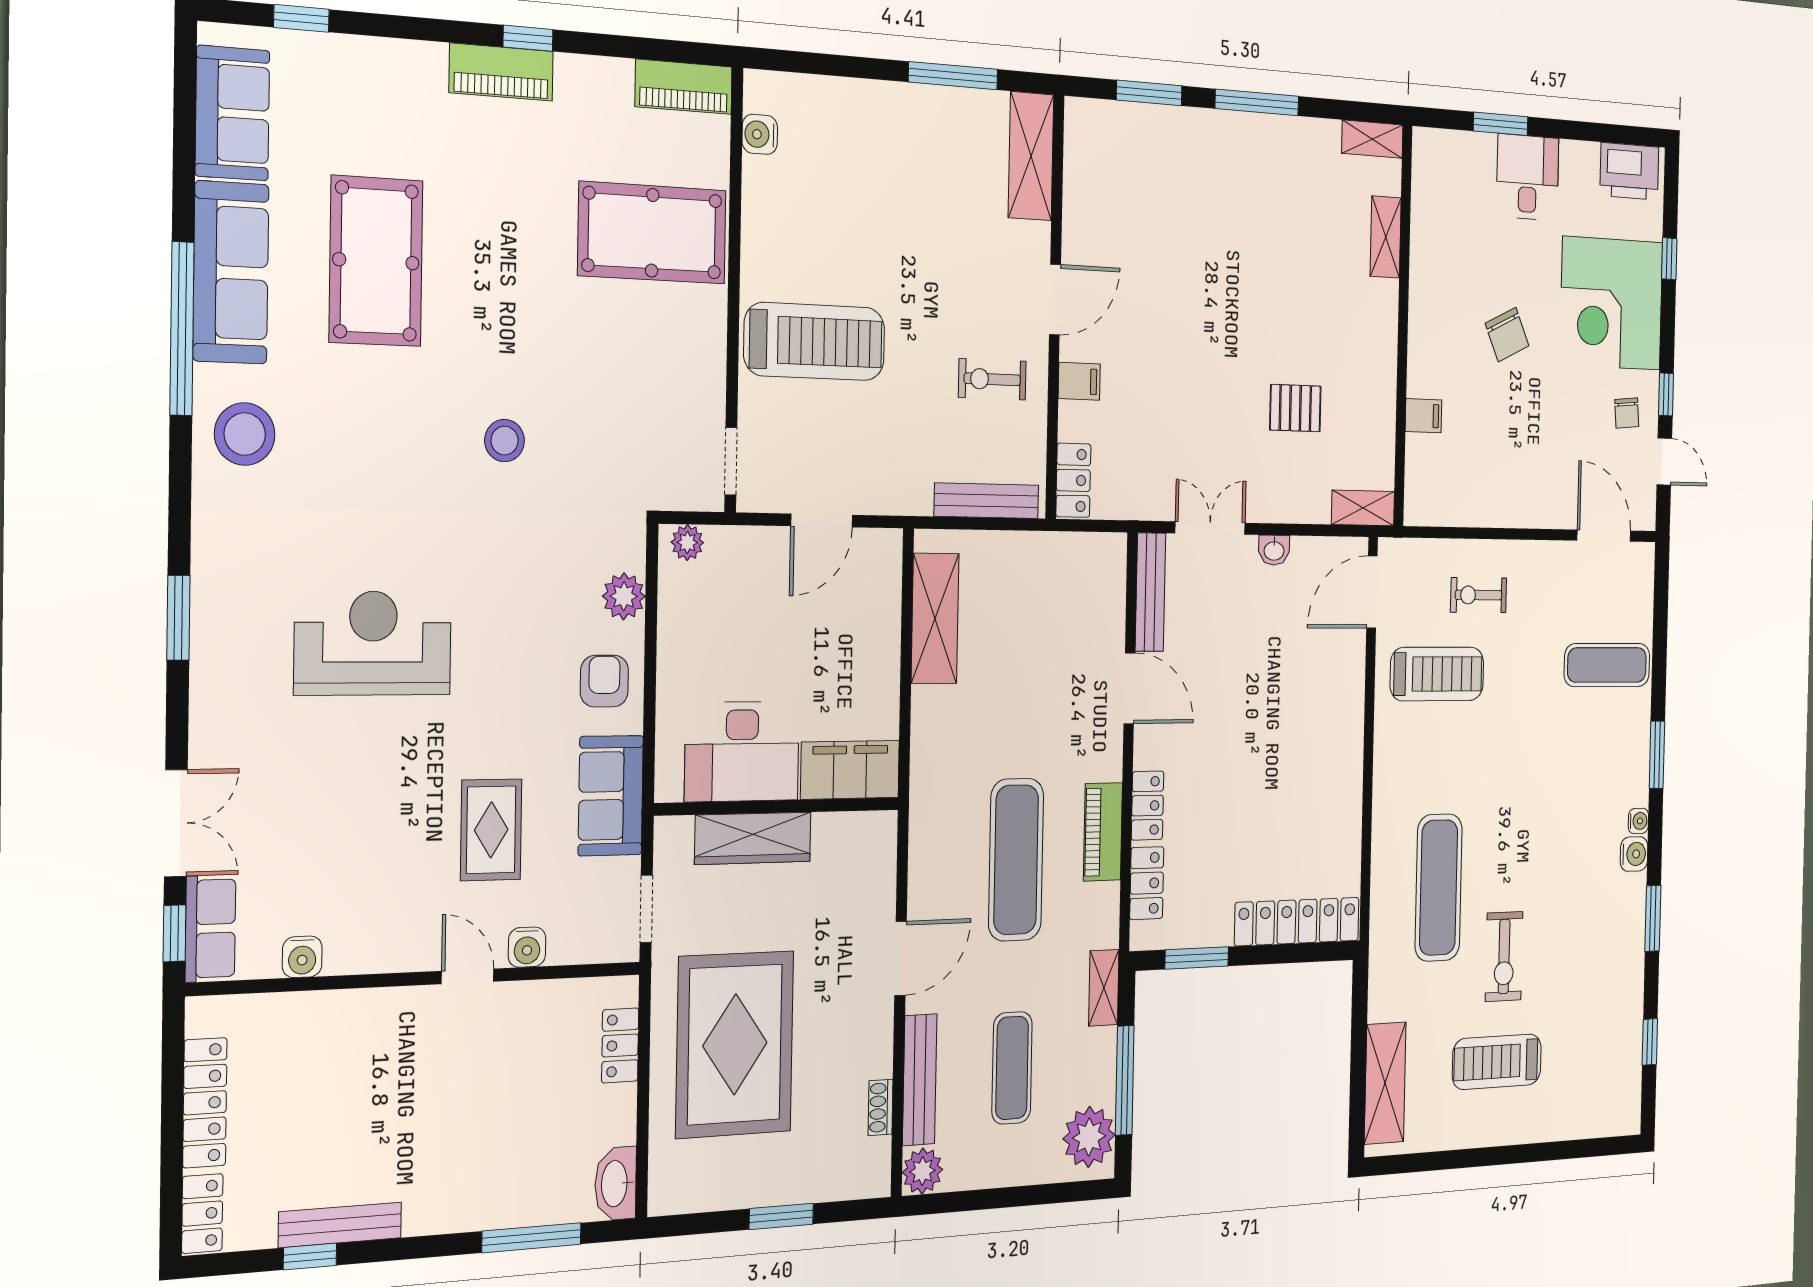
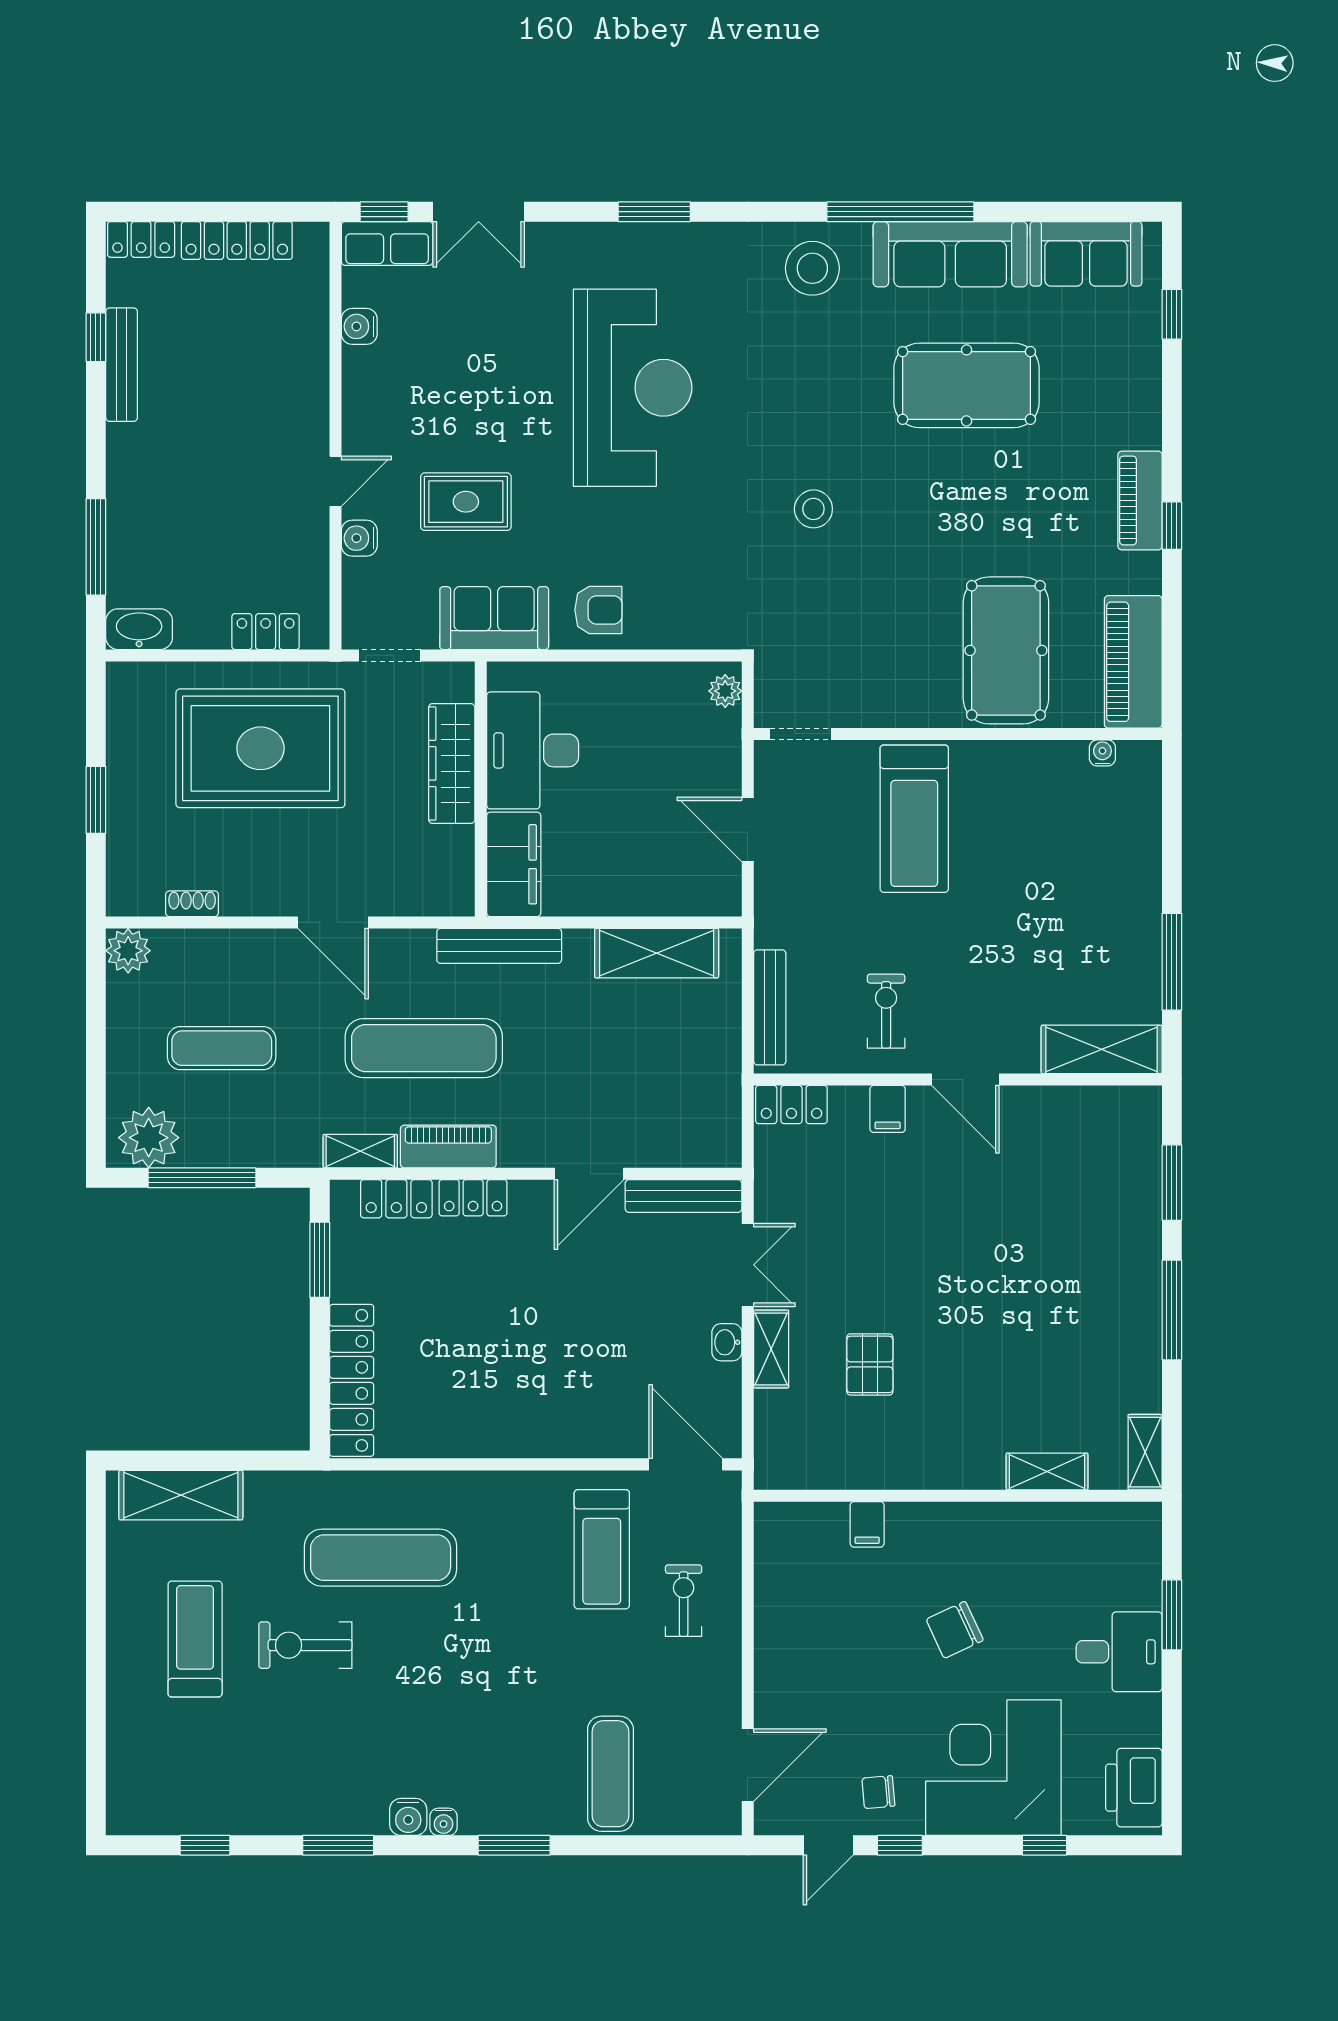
piano: (684, 87) -> (1133, 662), width x1.37, depth x1.33
water cooler: (760, 134) -> (1102, 753), width x0.72, depth x0.72
shelving: (1363, 508) -> (771, 1349), moved
plant: (624, 596) -> (675, 628), removed
reception desk: (373, 643) -> (633, 388), width x1.36, depth x1.30
shelving: (1104, 988) -> (360, 1151), moved
bench: (920, 1080) -> (499, 946), moved

